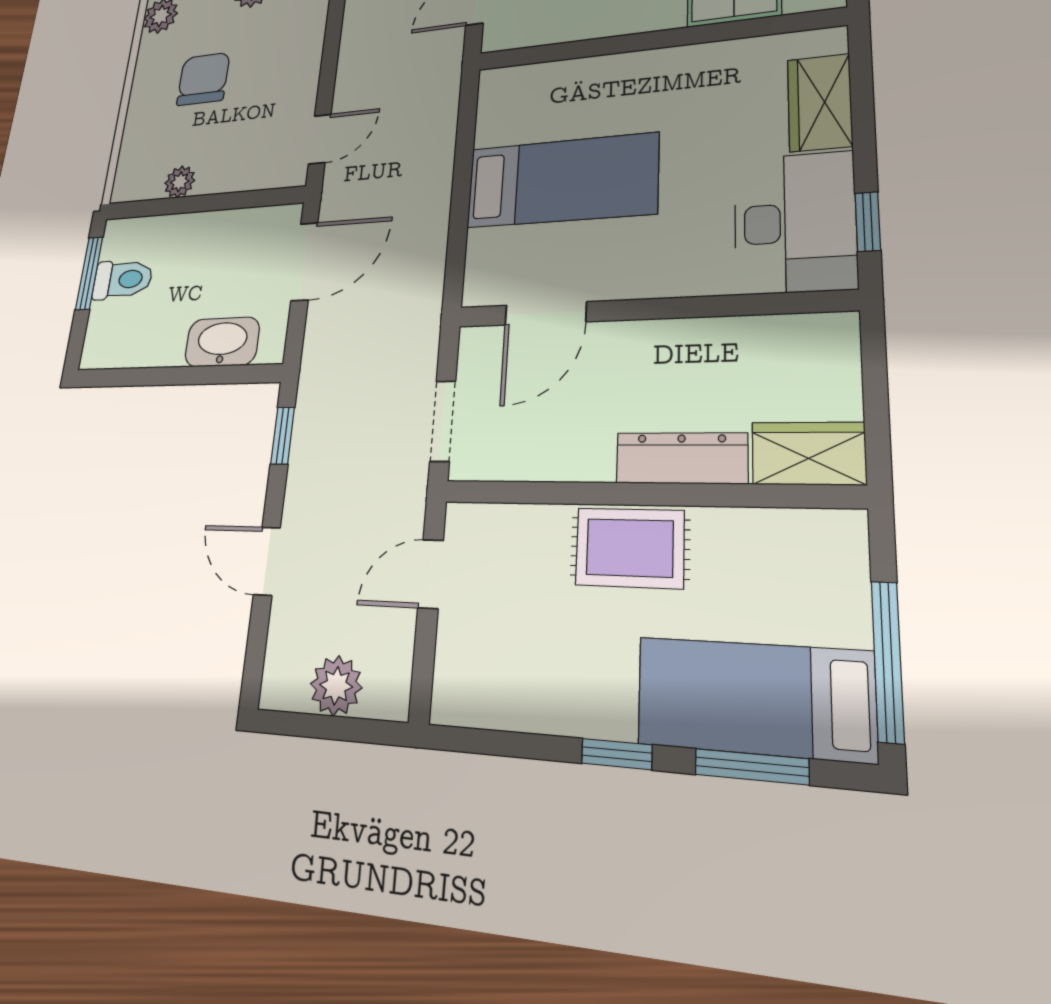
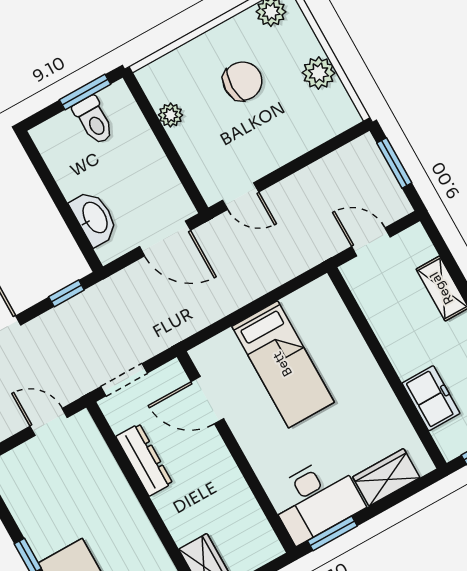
window: (868, 222) -> (332, 533), width x1.50
dresser: (681, 458) -> (144, 460), moved
rug: (630, 548) -> (118, 510), removed

